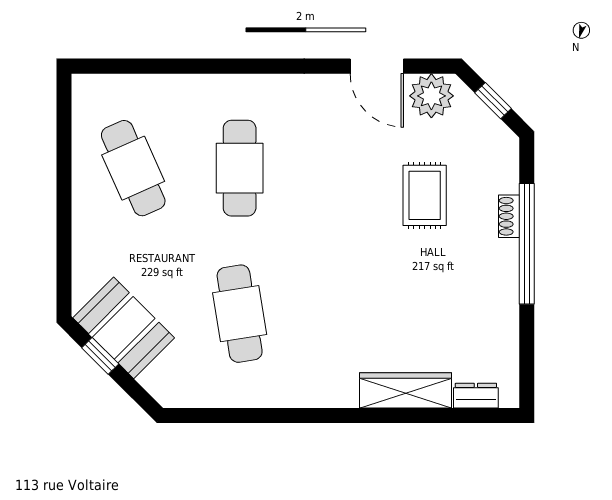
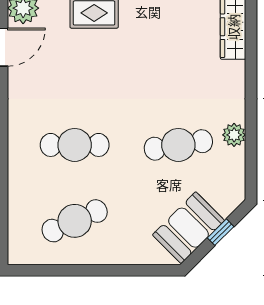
window: (100, 356) -> (221, 232), moved
plant: (254, 392) -> (234, 135), added

